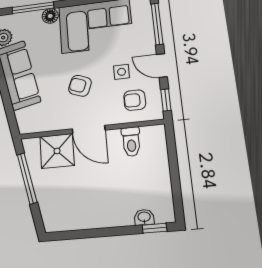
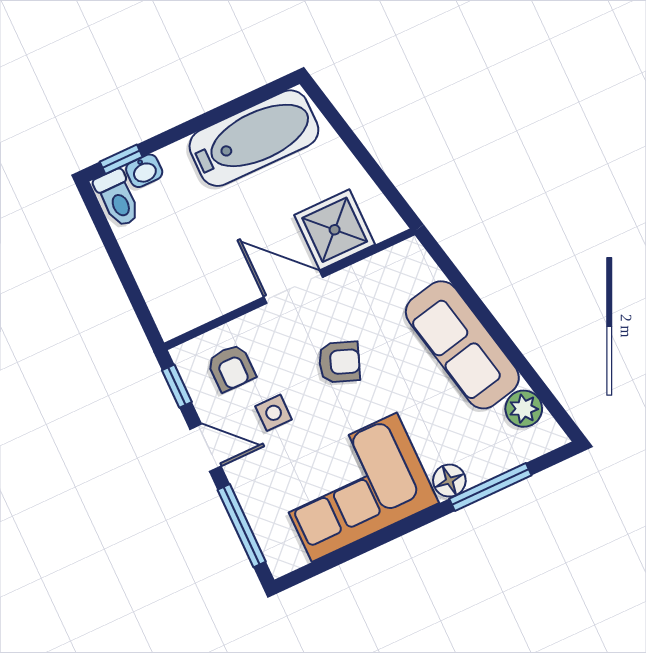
armchair: (135, 100) -> (231, 368), turned 90
toilet: (131, 142) -> (118, 198), moved, turned 180
window: (27, 178) -> (369, 164), removed
bathtub: (80, 213) -> (254, 138), added

